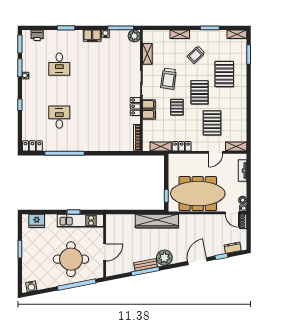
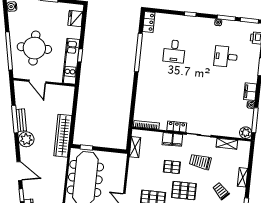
desk: (59, 117) -> (174, 51), turned 90
locker: (182, 146) -> (133, 168), removed

